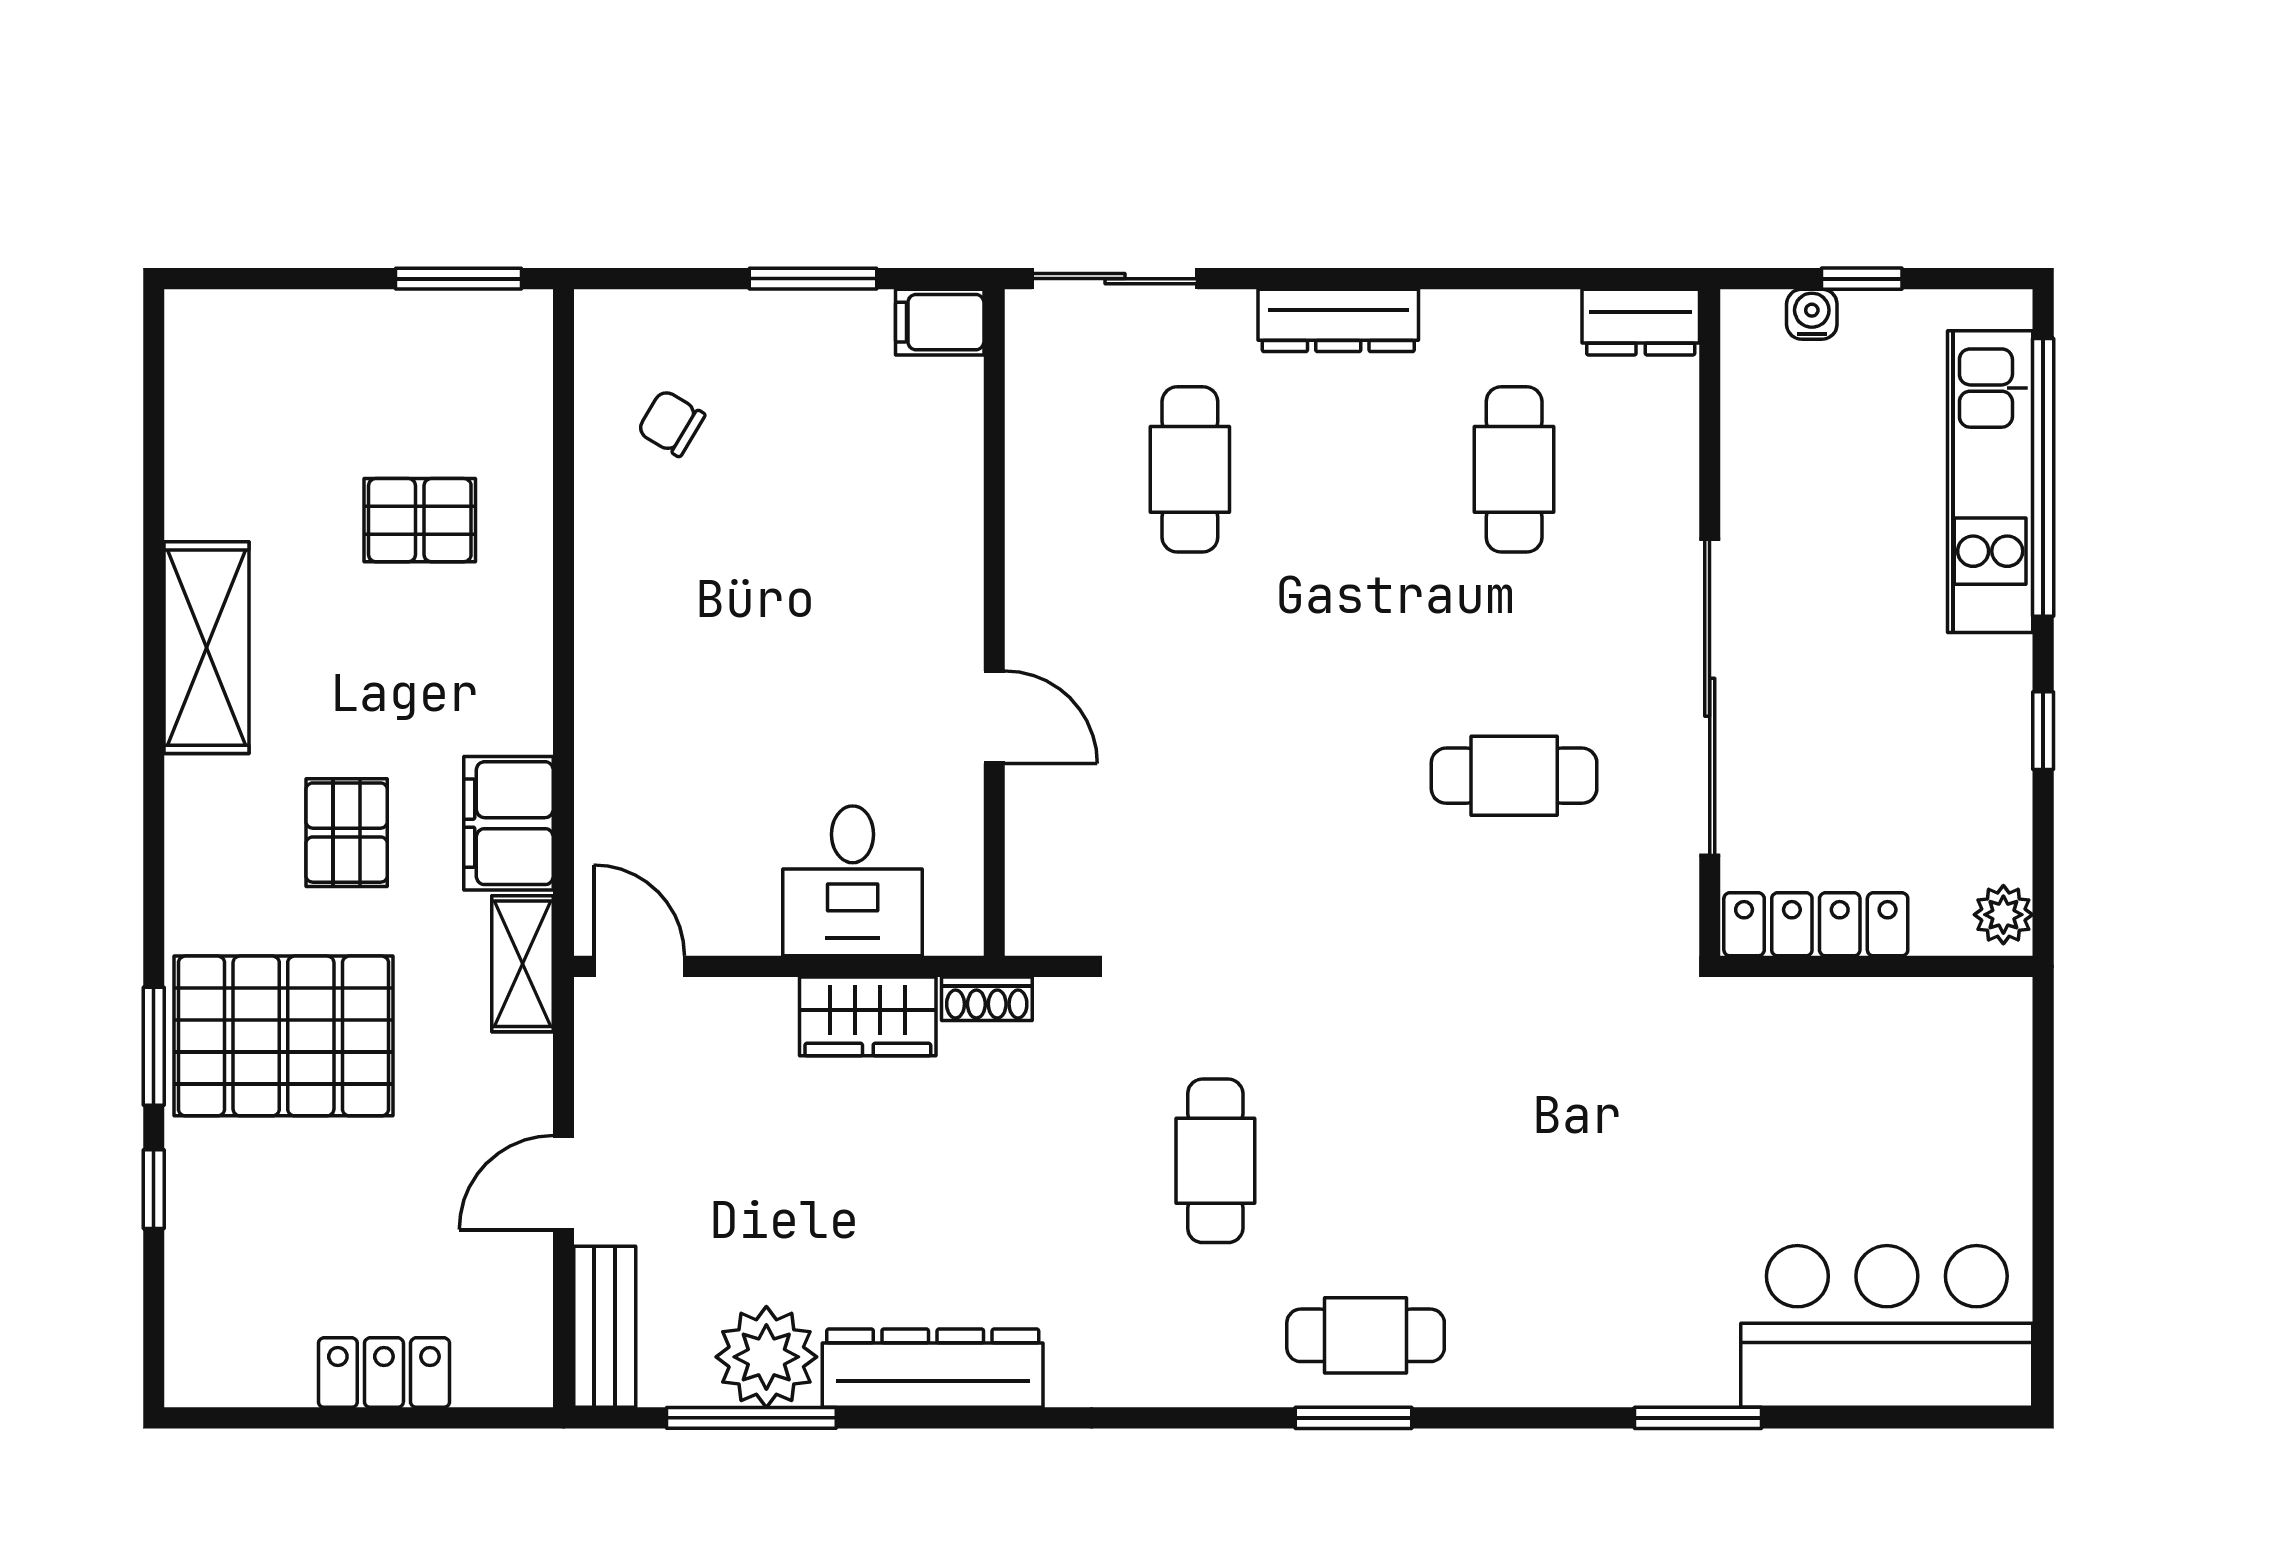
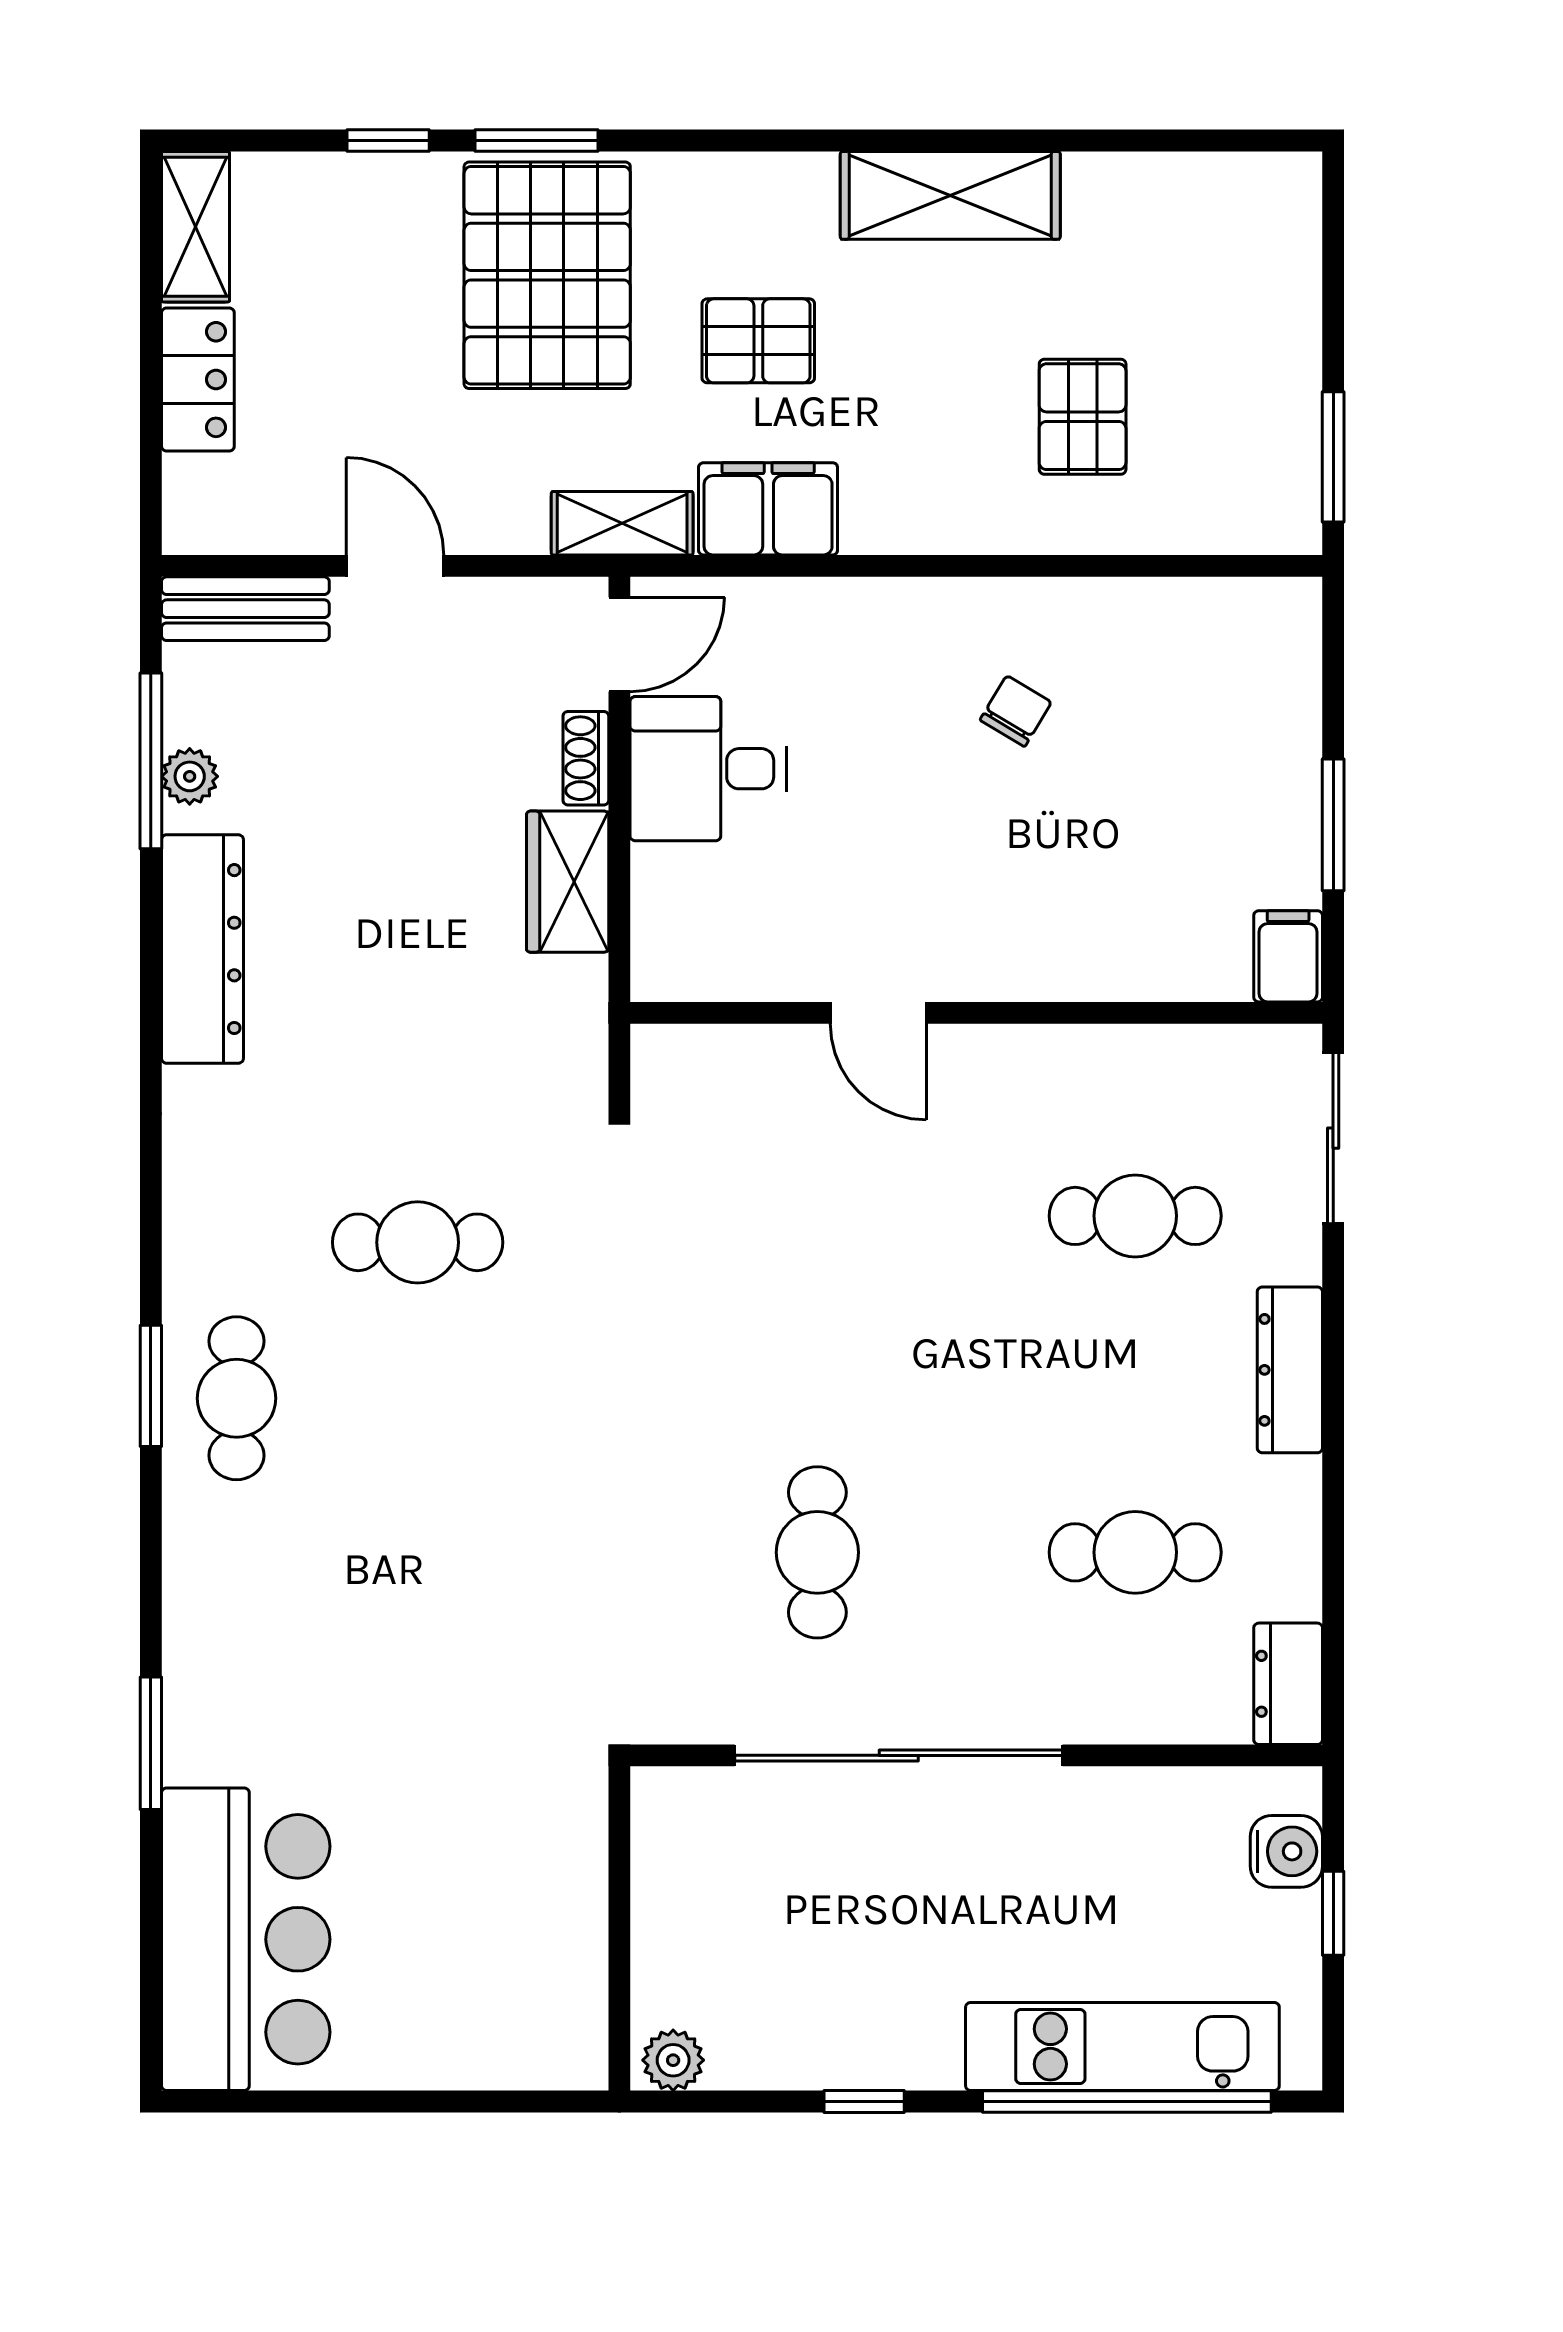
water cooler: (1812, 314) -> (1286, 1851), width x1.38, depth x1.38
chair: (671, 423) -> (1016, 711), moved
door: (994, 717) -> (878, 1013), hinge flipped
desk: (853, 881) -> (708, 769), moved
locker: (1816, 924) -> (663, 1866), removed
shoe rack: (987, 999) -> (586, 758), moved
plant: (766, 1357) -> (190, 776), width x0.53, depth x0.53
shelving: (237, 1375) -> (196, 227), added

